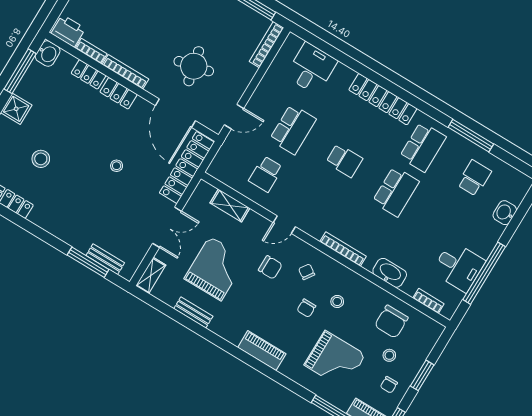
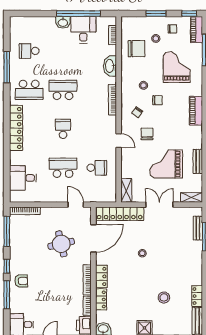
school desk: (423, 147) -> (29, 90), turned 180
shelving: (230, 206) -> (126, 190), moved
washbasin: (505, 213) -> (63, 22), moved

